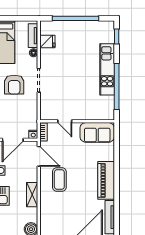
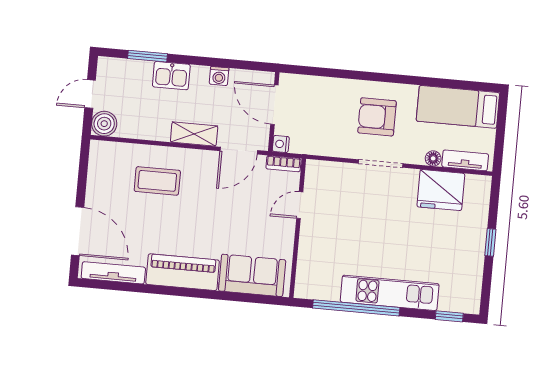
window: (75, 18) -> (490, 242), width x0.32
fridge: (47, 42) -> (441, 190), width x1.88, depth x1.34
sofa: (97, 132) -> (252, 275), moved, turned 90
coffee table: (59, 180) -> (157, 181), moved
shelving: (32, 195) -> (194, 134), moved

